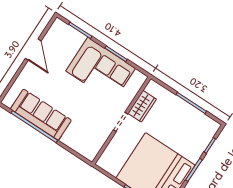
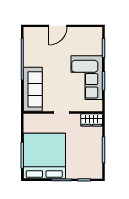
door: (33, 50) -> (58, 26), moved
wardrobe: (142, 106) -> (92, 120), moved
sofa: (41, 115) -> (33, 89), moved

